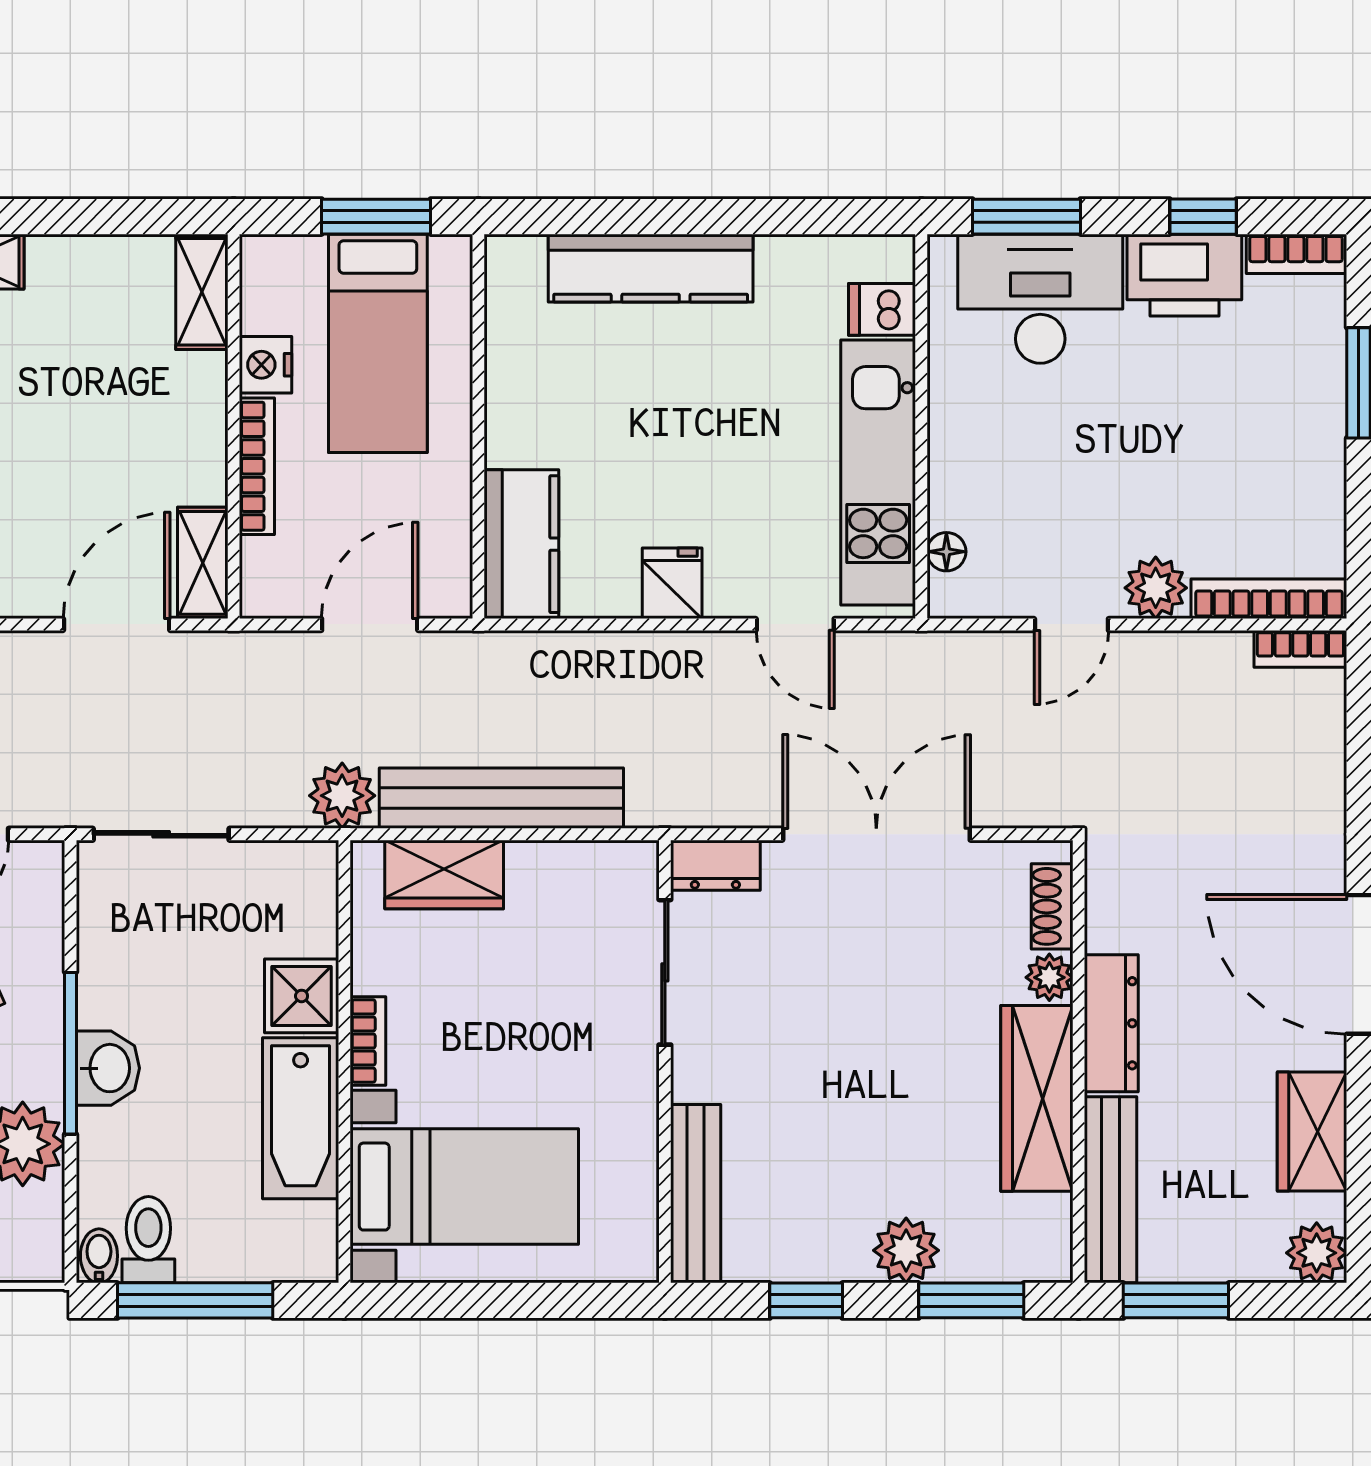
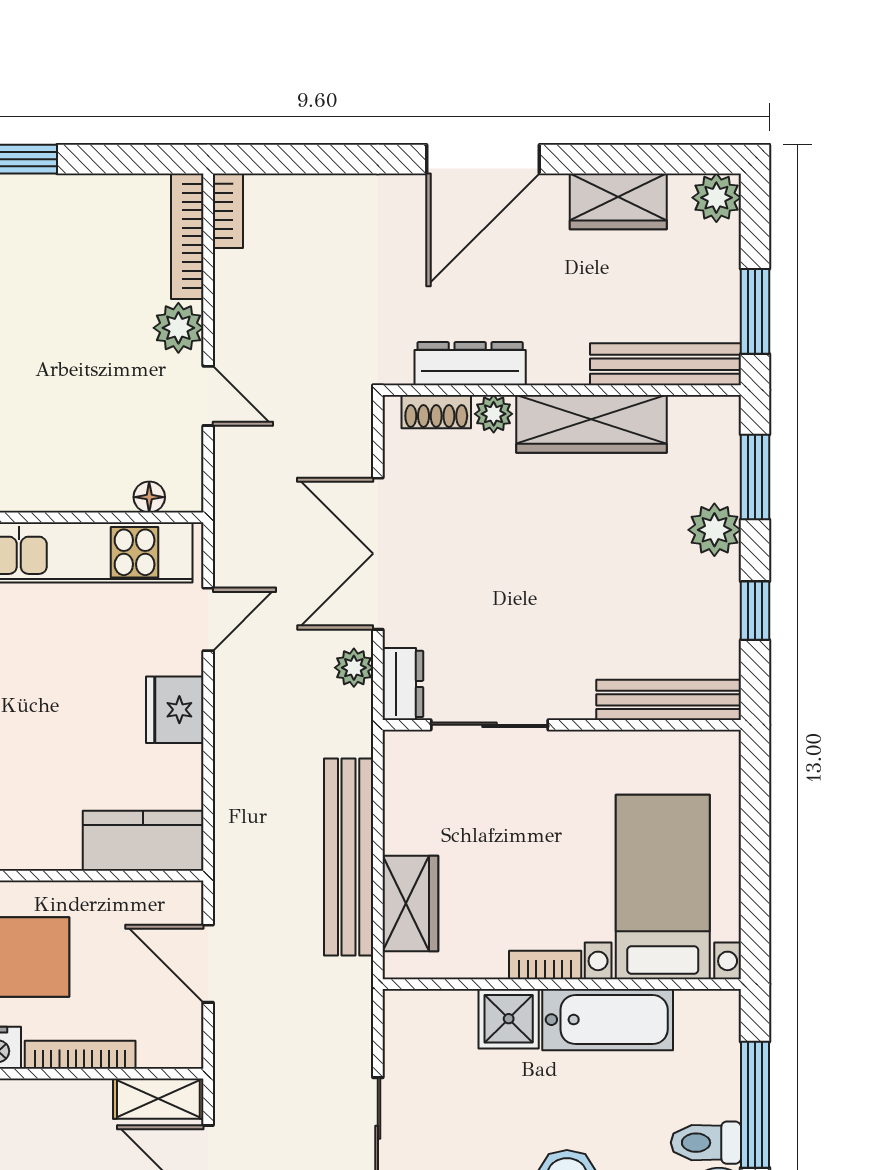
fridge: (672, 583) -> (175, 710), width x1.38
plant: (342, 796) -> (354, 668), moved, width x0.73, depth x0.73
dresser: (1111, 1023) -> (470, 364), moved

